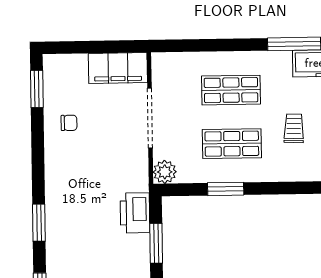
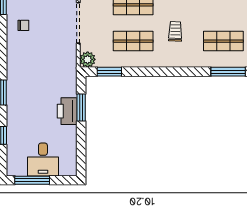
window: (226, 189) -> (109, 72), moved
printer: (135, 213) -> (67, 111), moved

